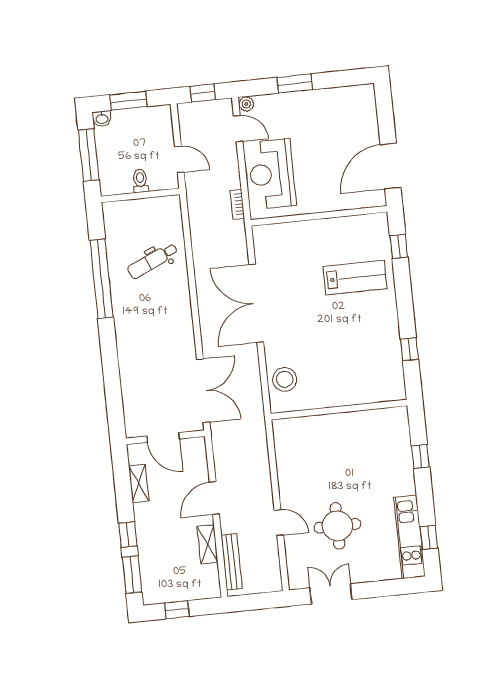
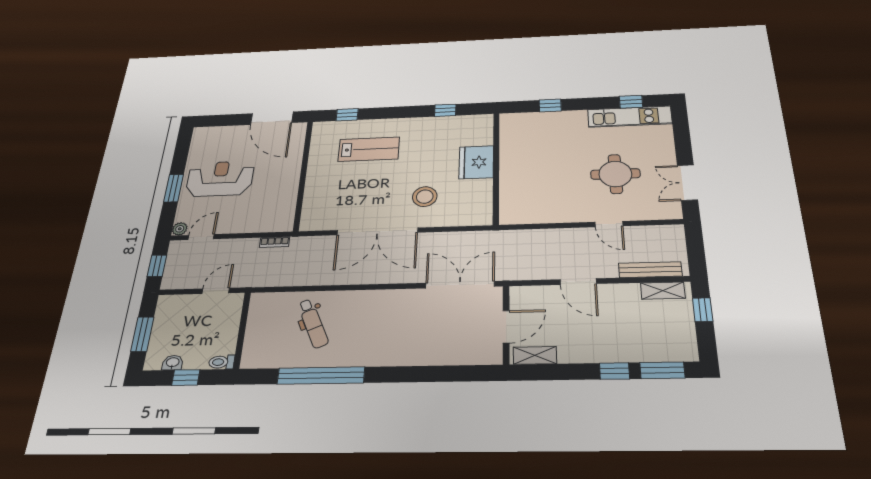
washbasin: (102, 119) -> (173, 363), moved, turned -90
window: (89, 155) -> (186, 378), width x0.46
reception desk: (272, 174) -> (220, 179), moved, turned 180
toilet: (140, 181) -> (222, 362), moved
lab bench: (355, 278) -> (369, 149), turned 90
stool: (285, 379) -> (425, 197), moved
fridge: (344, 389) -> (476, 162), added
shelving: (139, 483) -> (535, 355), moved
door: (279, 523) -> (609, 224), swing flipped
shelving: (208, 544) -> (663, 291), moved
window: (177, 610) -> (703, 310), moved

